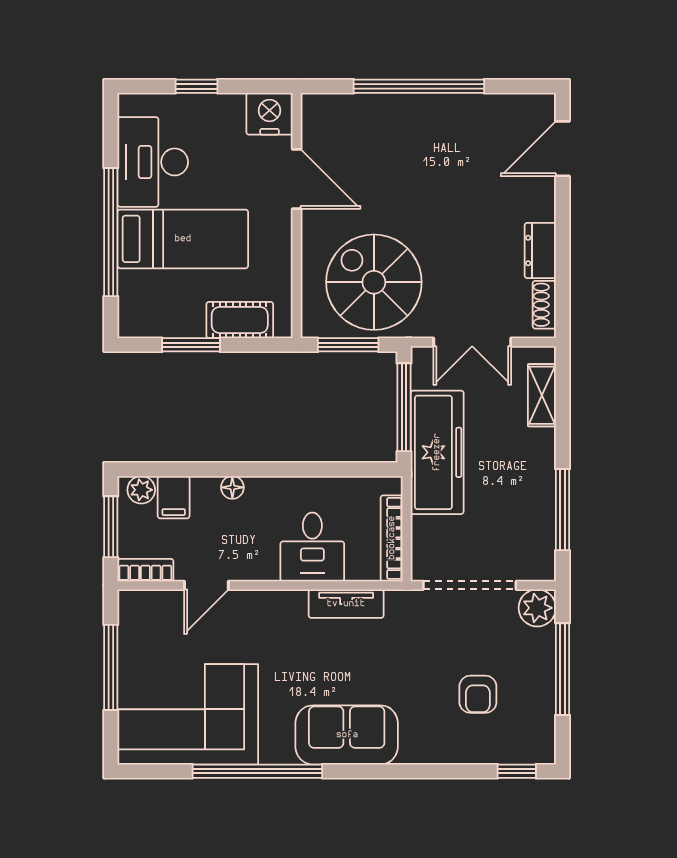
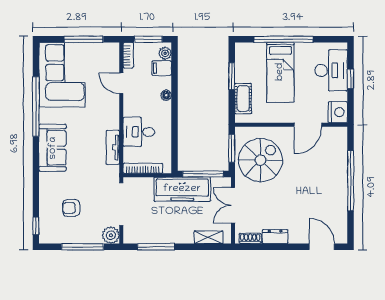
desk: (153, 162) -> (331, 70), moved, turned 90

